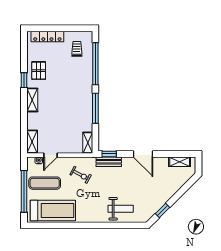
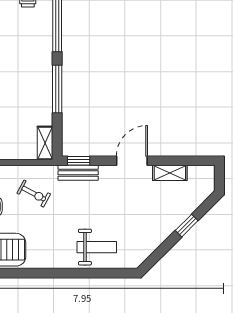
door: (143, 154) -> (132, 161), swing flipped
shelving: (180, 162) -> (170, 173), moved
window: (162, 210) -> (187, 226), moved

